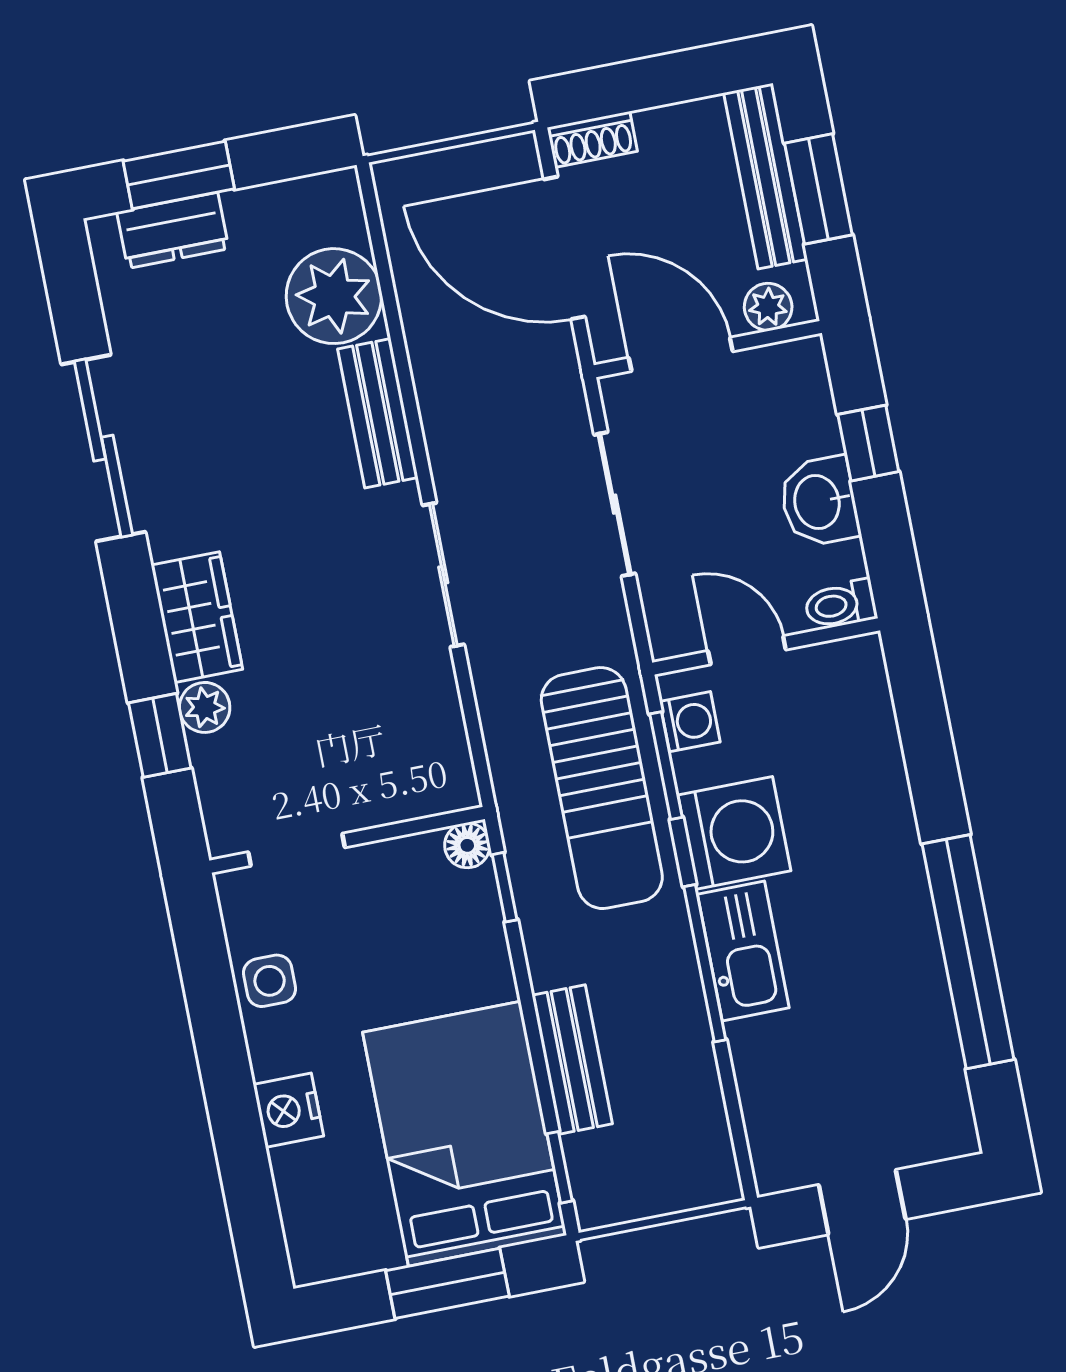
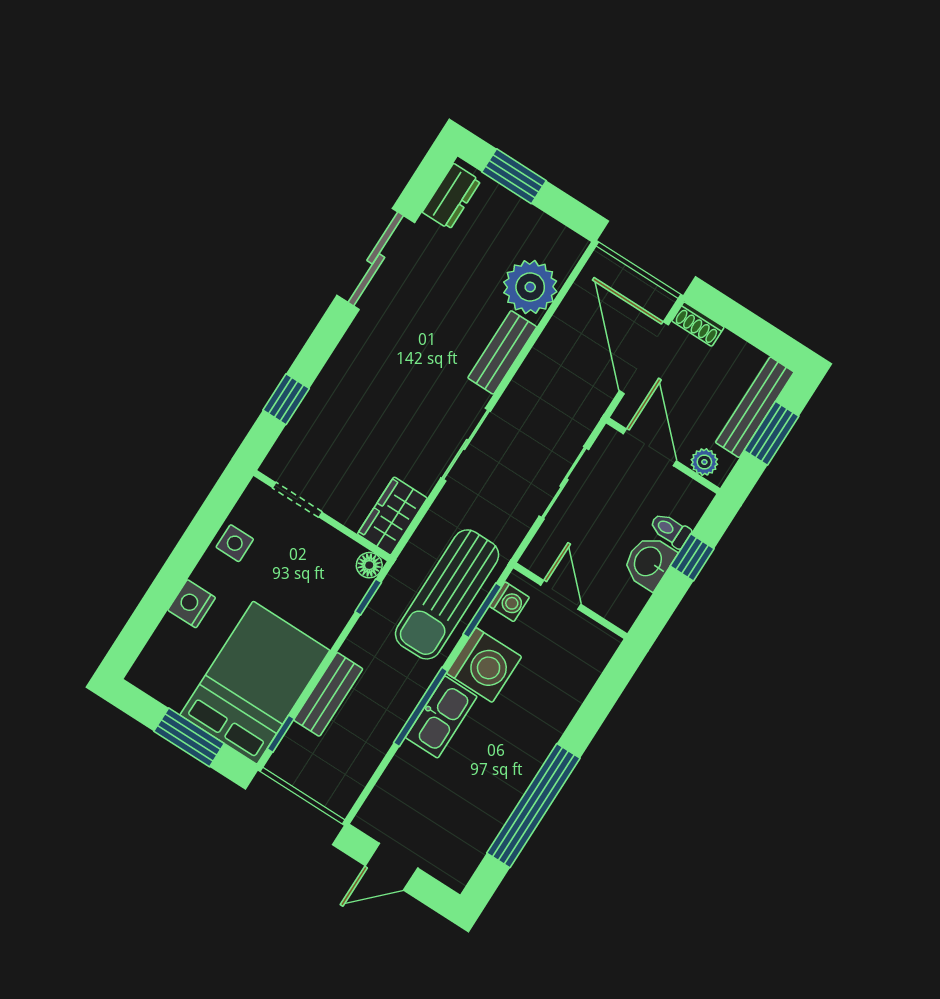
dresser: (173, 230) -> (452, 197), moved, turned -90
toilet: (840, 604) -> (670, 530), moved
wardrobe: (197, 617) -> (392, 516), moved, turned 180
plant: (205, 707) -> (315, 405), removed

